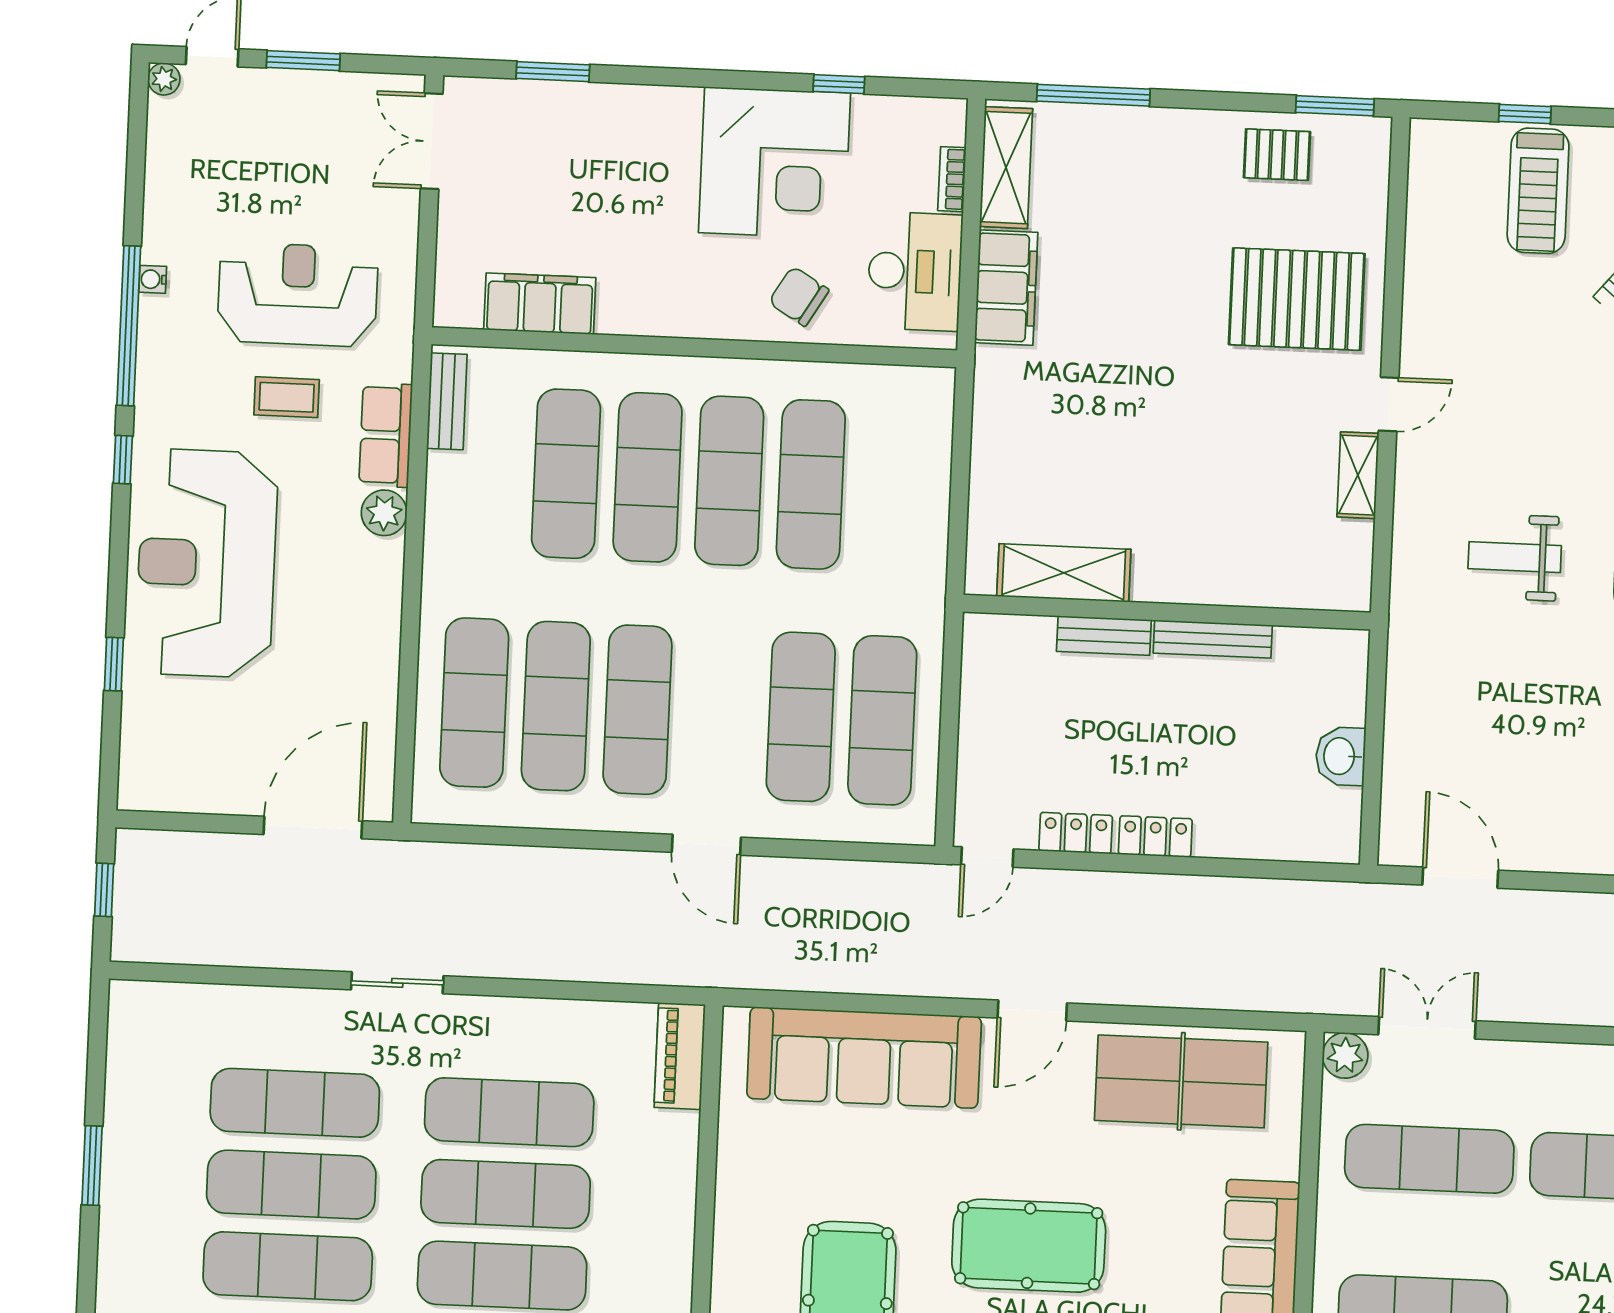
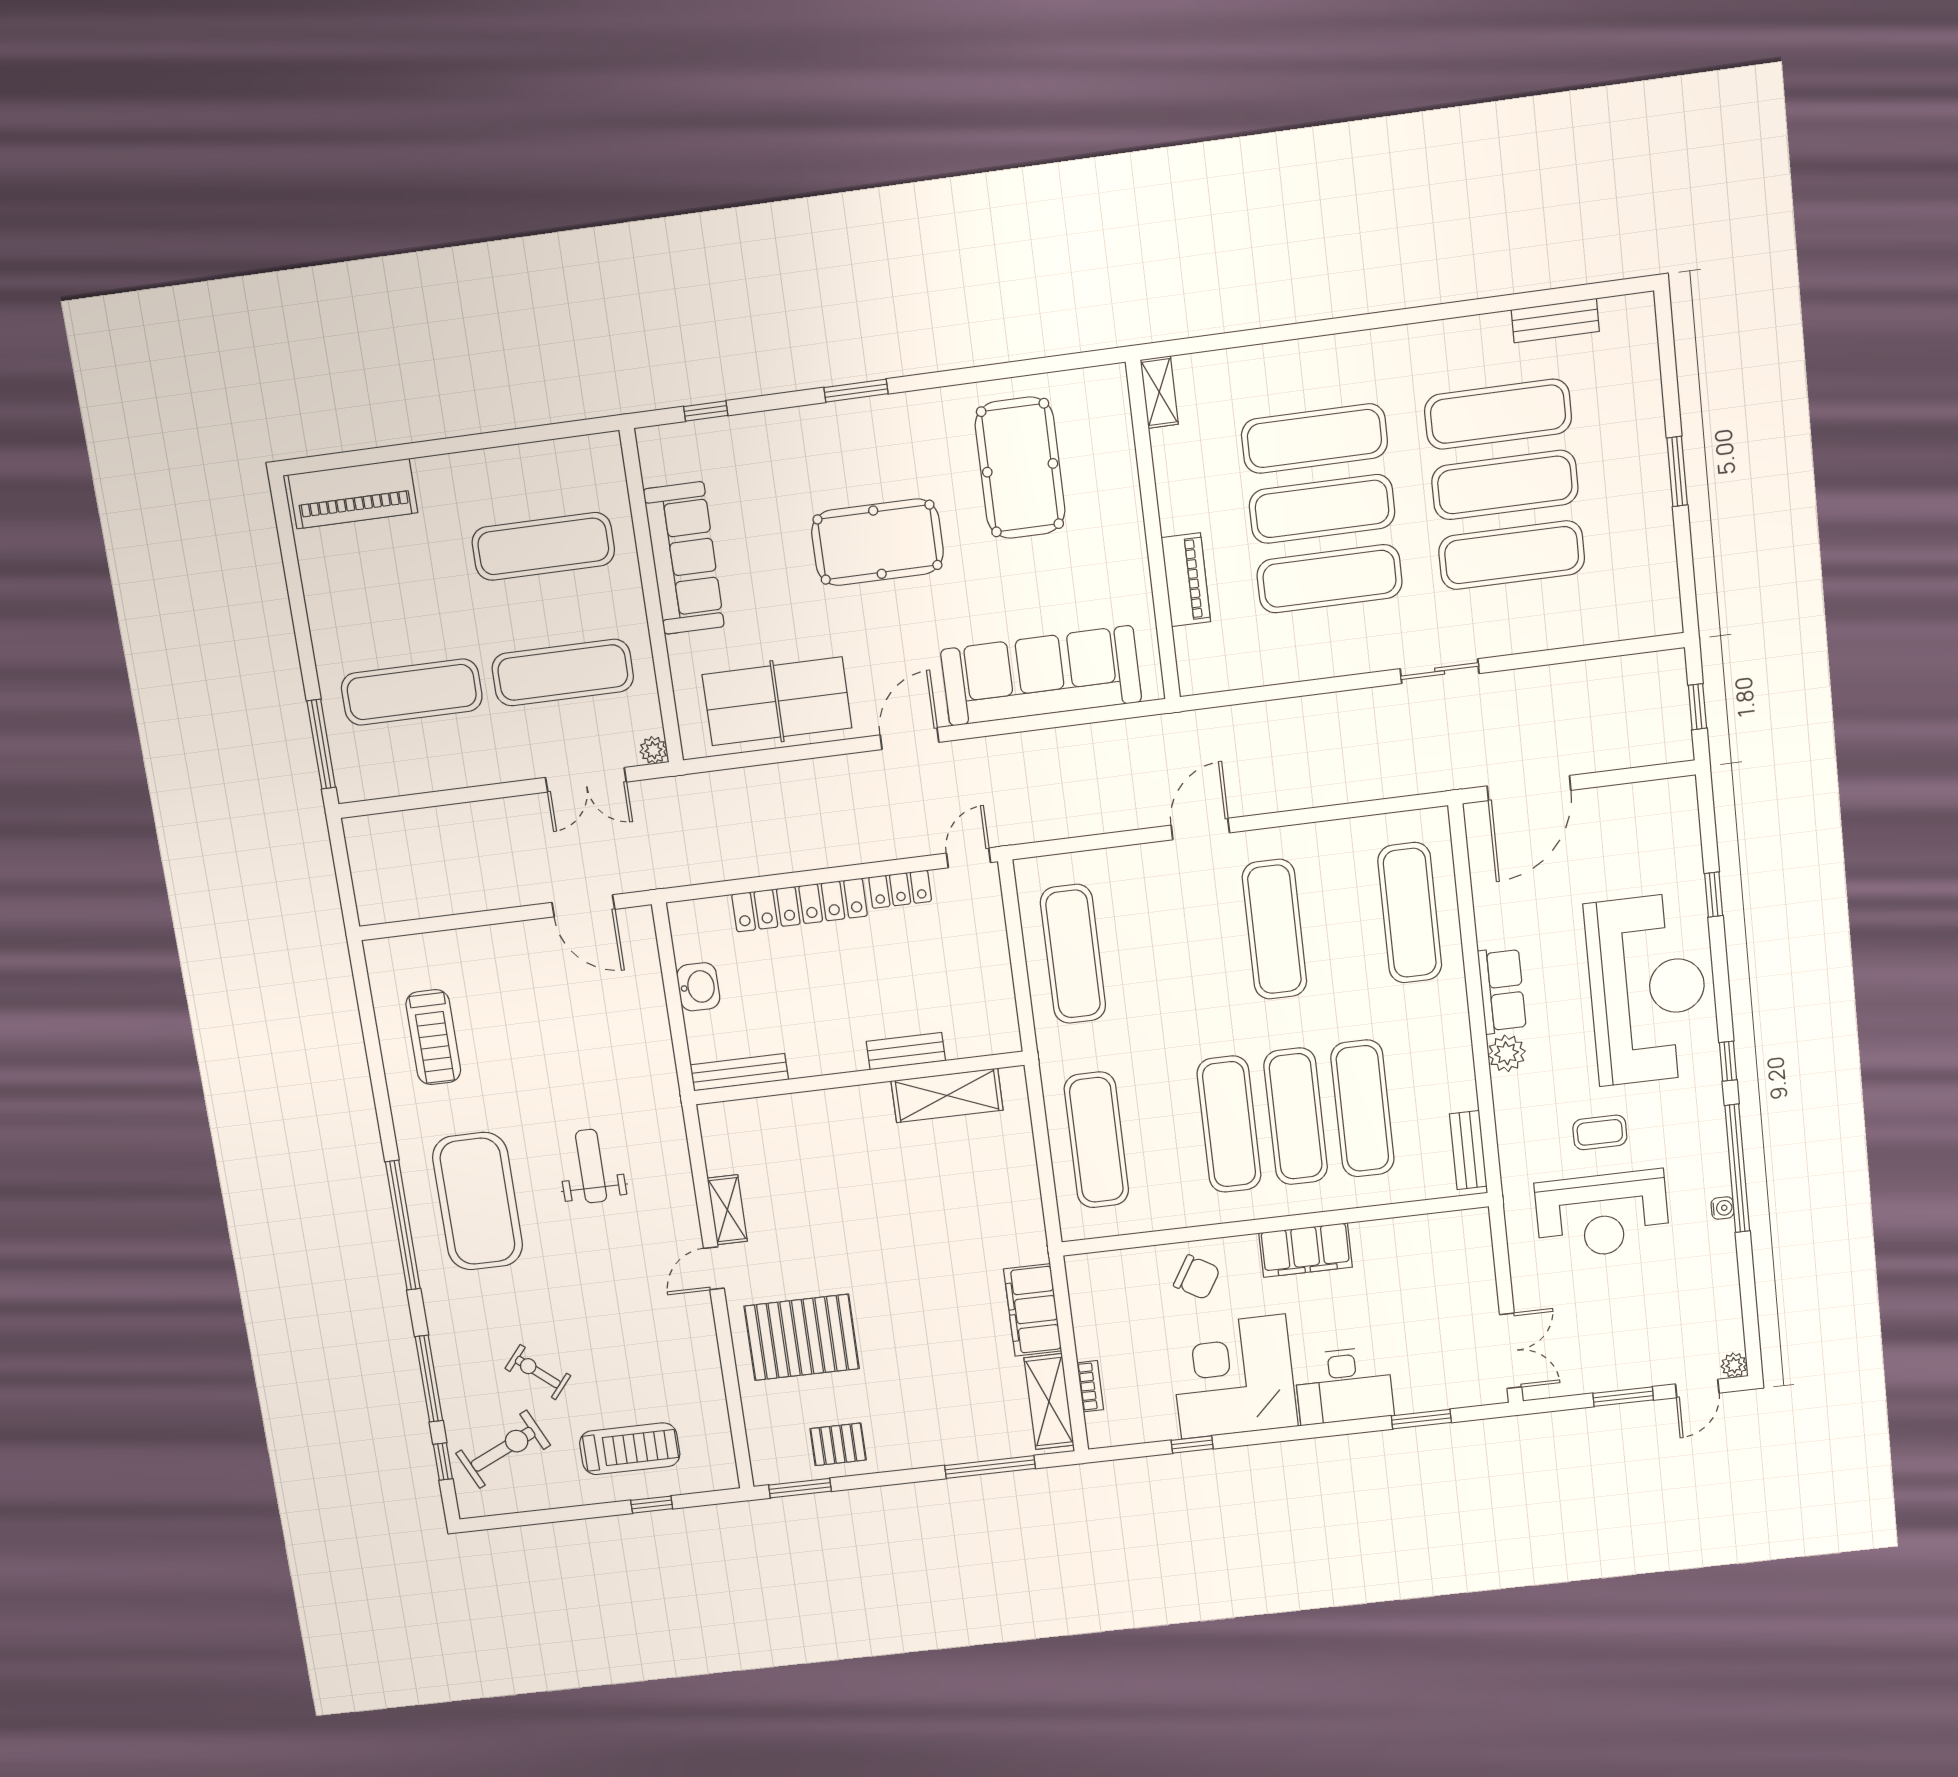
treadmill: (1538, 191) -> (630, 1449), turned 90
desk: (915, 271) -> (1344, 1386), moved, turned -90
filing cabinet: (540, 304) -> (1305, 1250), moved
row of seats: (386, 435) -> (1502, 990), moved
exercise mat: (811, 484) -> (1096, 1140), moved
weight bench: (1515, 557) -> (591, 1166), turned -90
bench: (1213, 639) -> (739, 1072), moved
exercise mat: (556, 706) -> (1342, 921), removed
exercise mat: (801, 717) -> (1140, 946), removed
locker: (1155, 837) -> (799, 905), width x2.16, depth x1.21
door: (706, 845) -> (1200, 829), hinge flipped
plant: (1345, 1055) -> (653, 750), width x0.73, depth x0.73
piano: (680, 1056) -> (1186, 580), moved

